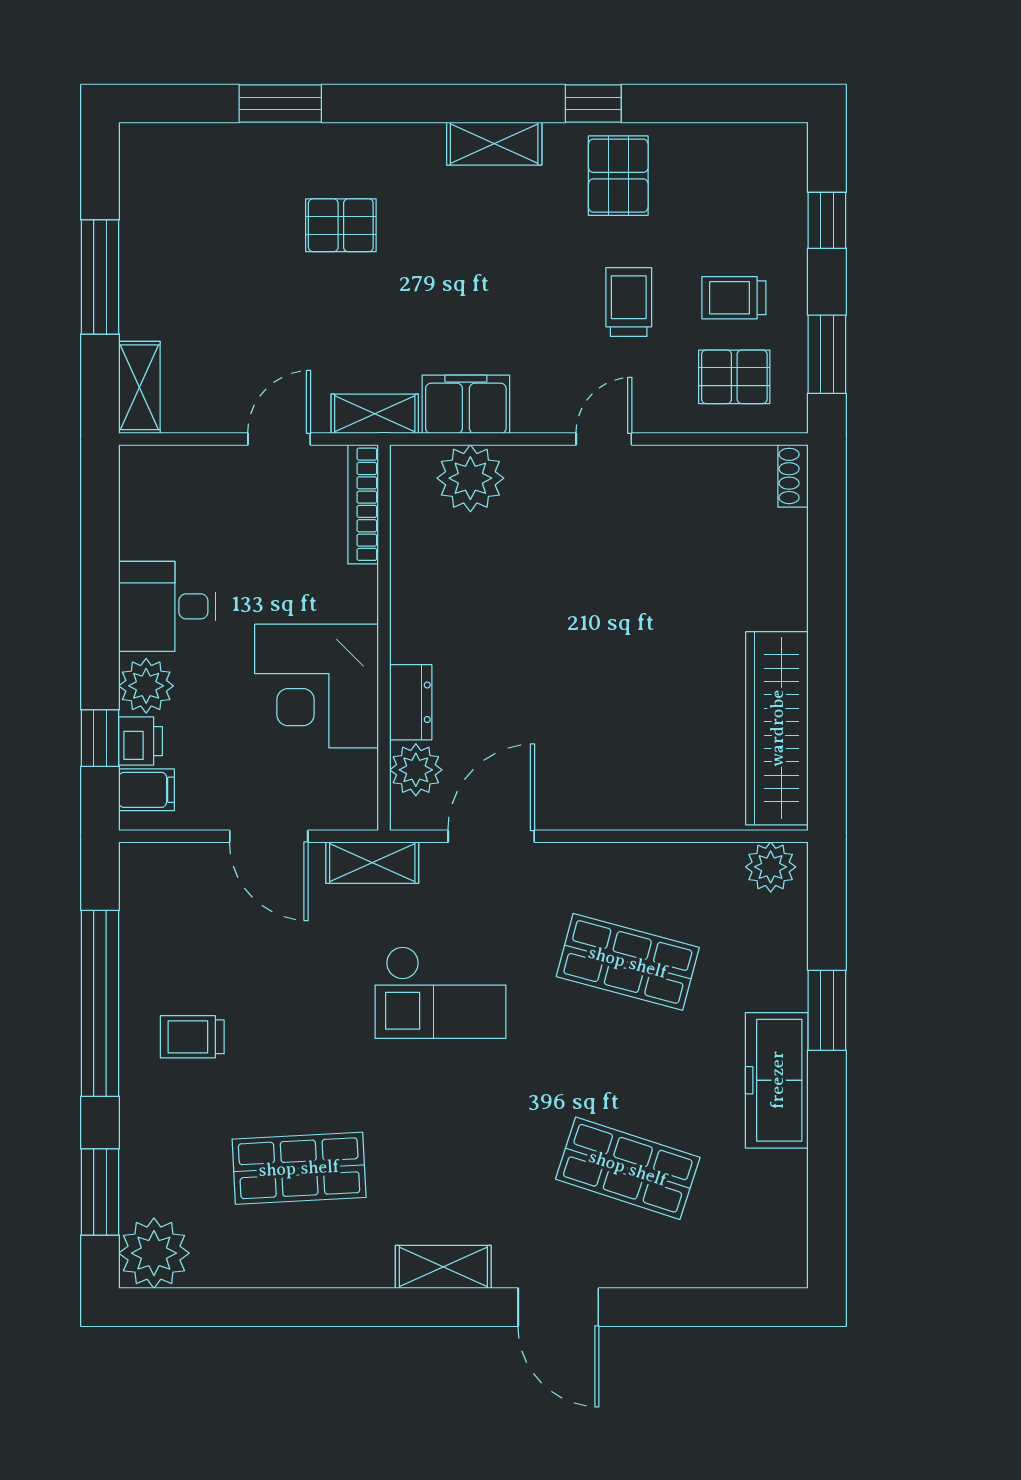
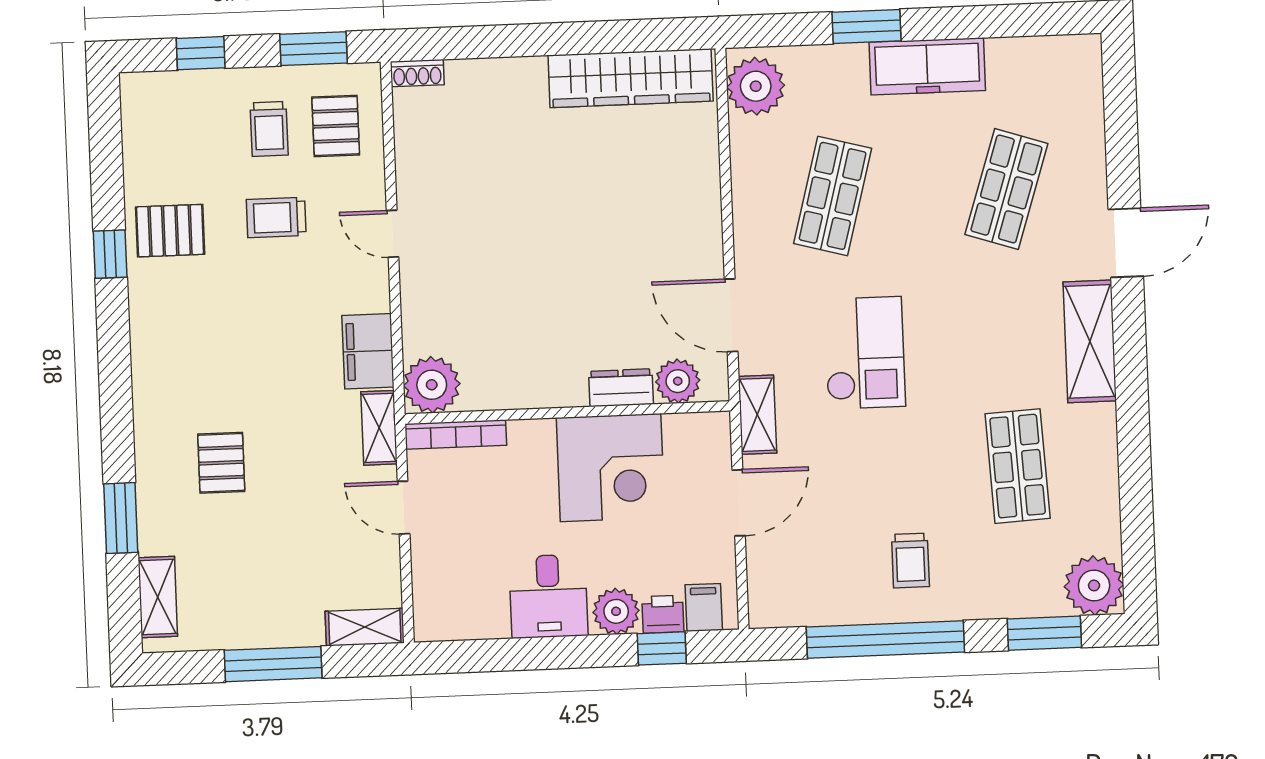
shelving: (494, 144) -> (158, 597), moved
plant: (470, 478) -> (432, 385), moved
plant: (771, 867) -> (756, 86), width x1.36, depth x1.36
shelving: (443, 1267) -> (1090, 341), width x1.50, depth x1.33

